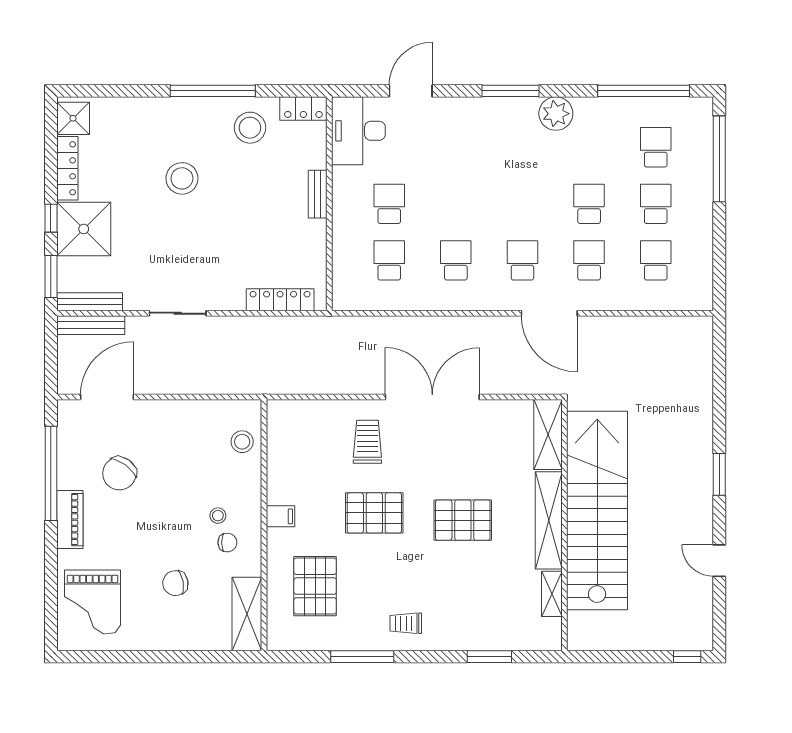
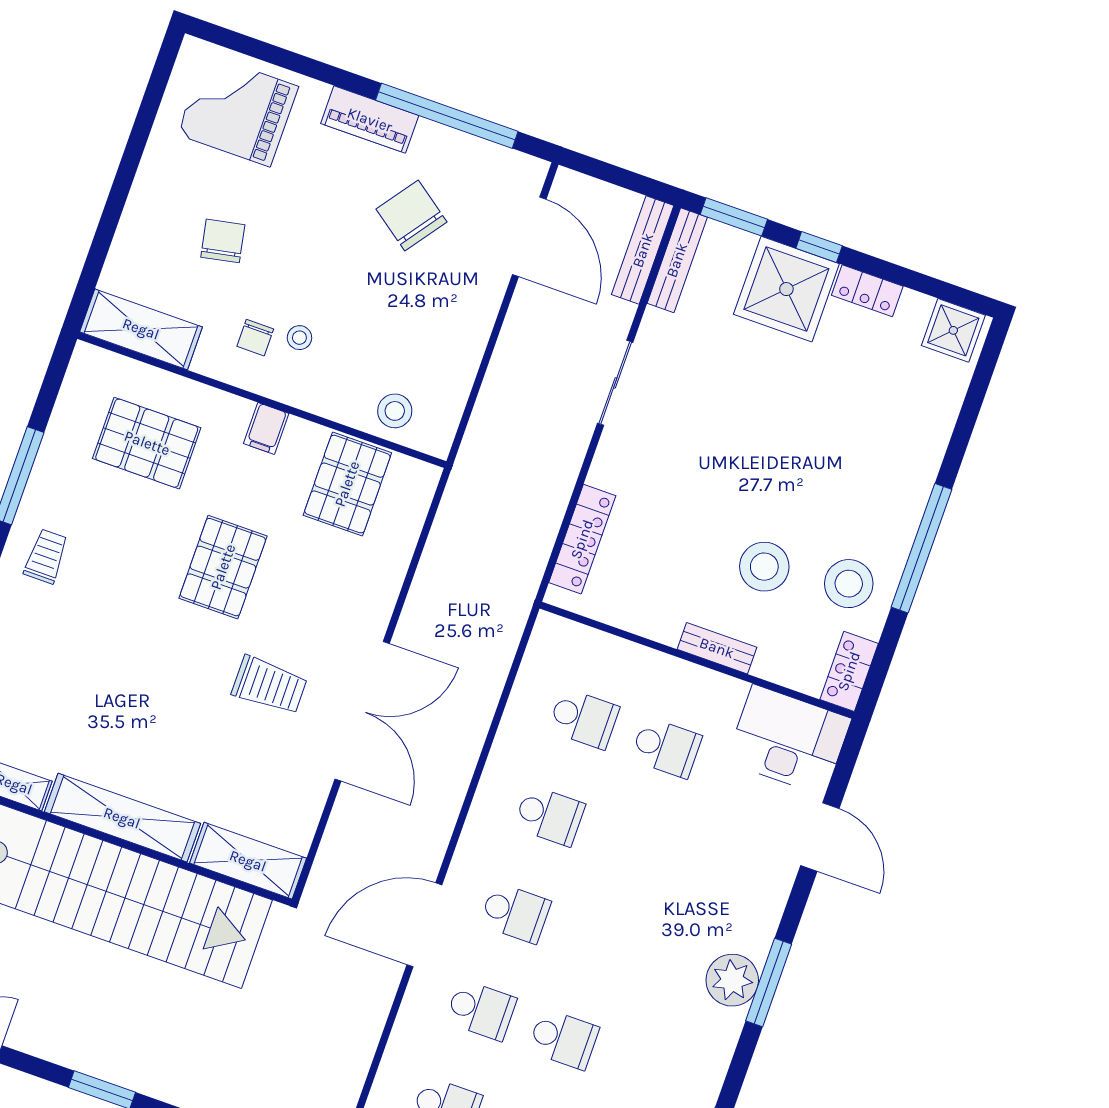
plant: (556, 114) -> (732, 980), moved
locker: (67, 168) -> (867, 291), width x0.66
stool: (182, 178) -> (764, 567), moved
trolley: (367, 442) -> (269, 685), moved
pallet: (463, 520) -> (347, 484), moved

